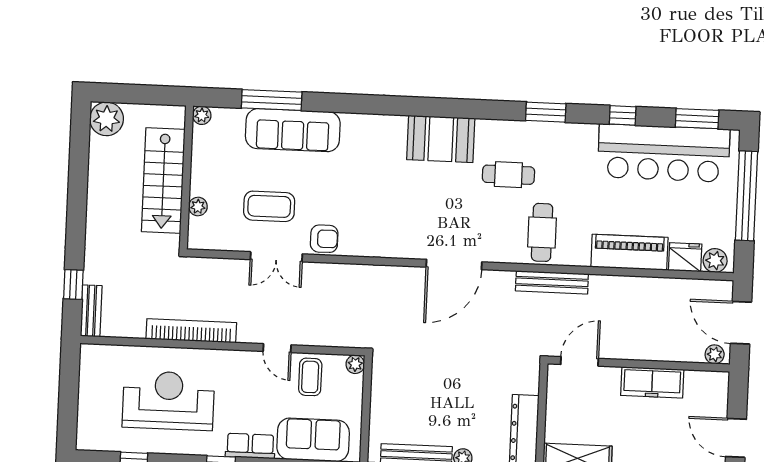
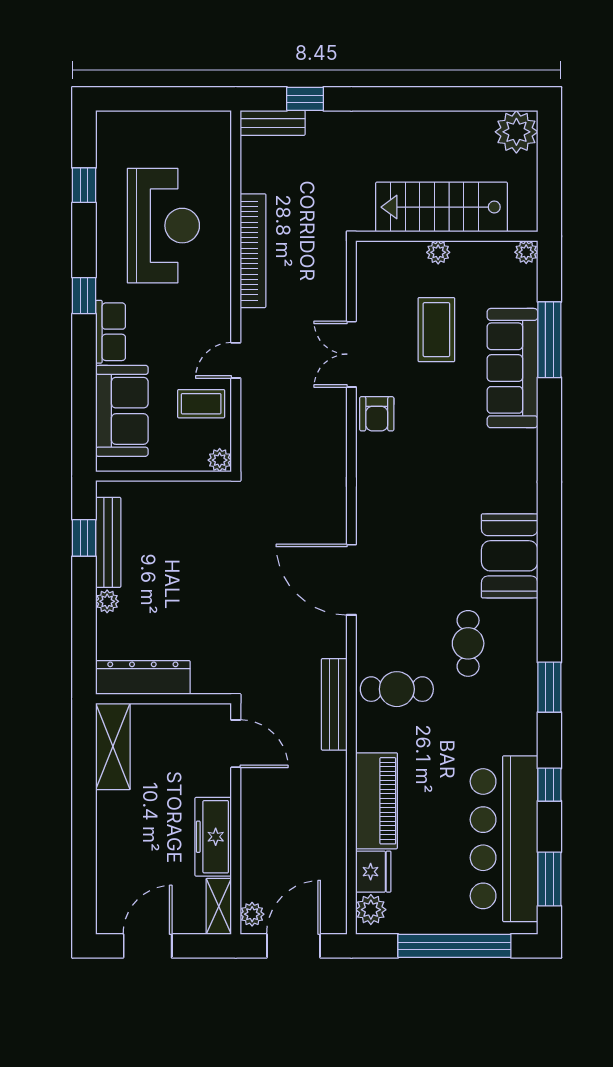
coffee table: (269, 206) -> (436, 330), moved
plant: (198, 207) -> (438, 252), moved
shelving: (707, 380) -> (219, 906), added

